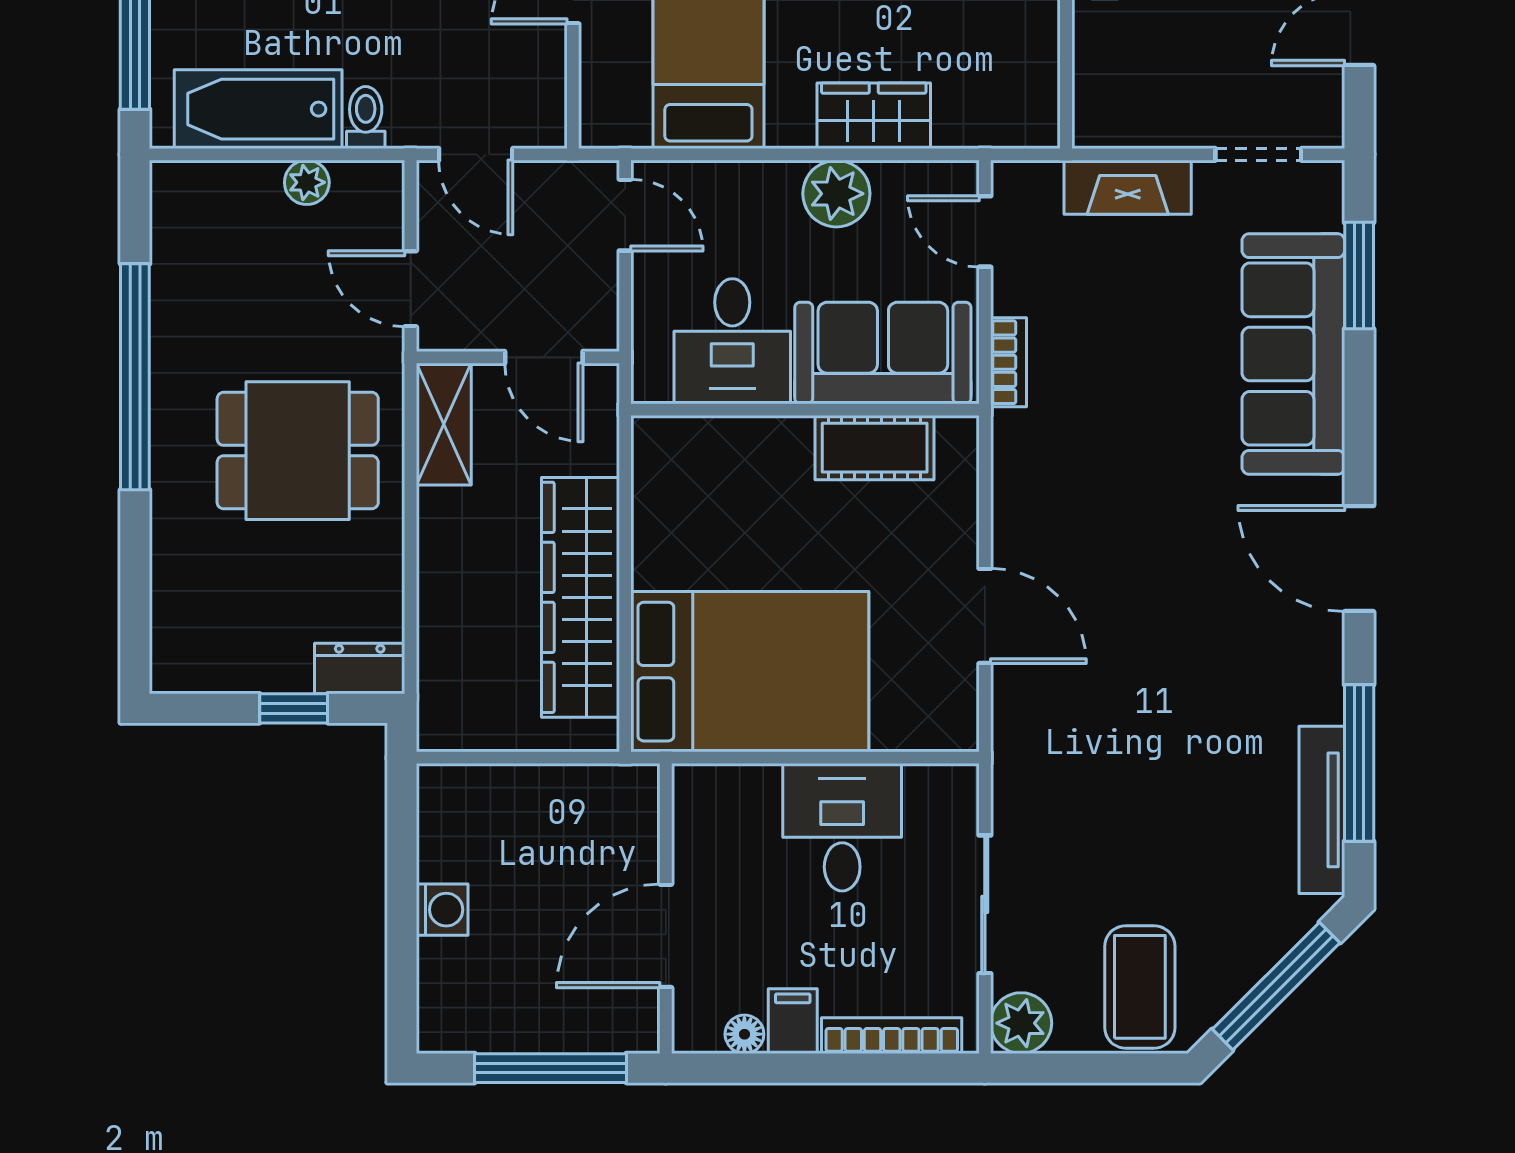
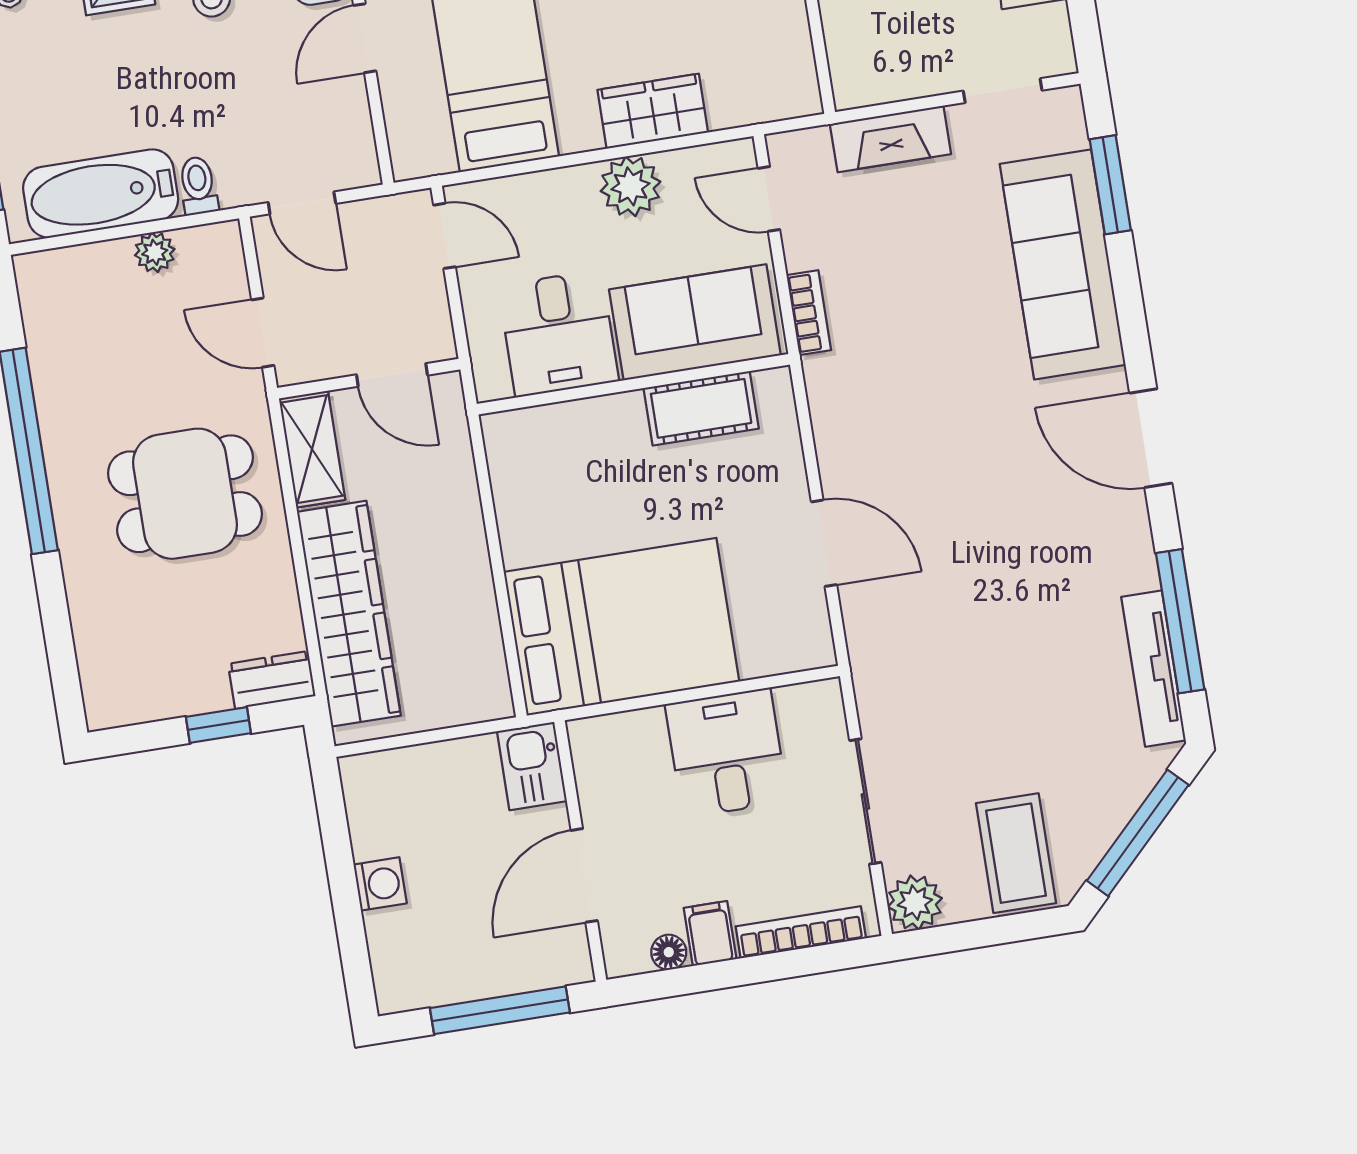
wardrobe: (580, 597) -> (349, 614), moved, turned 180
kitchen sink: (628, 808) -> (532, 766), added

